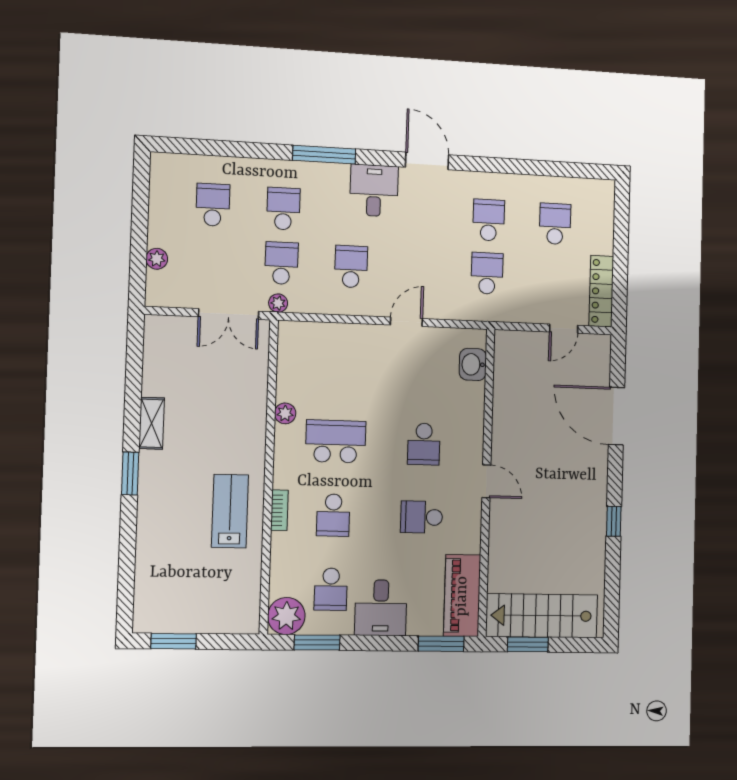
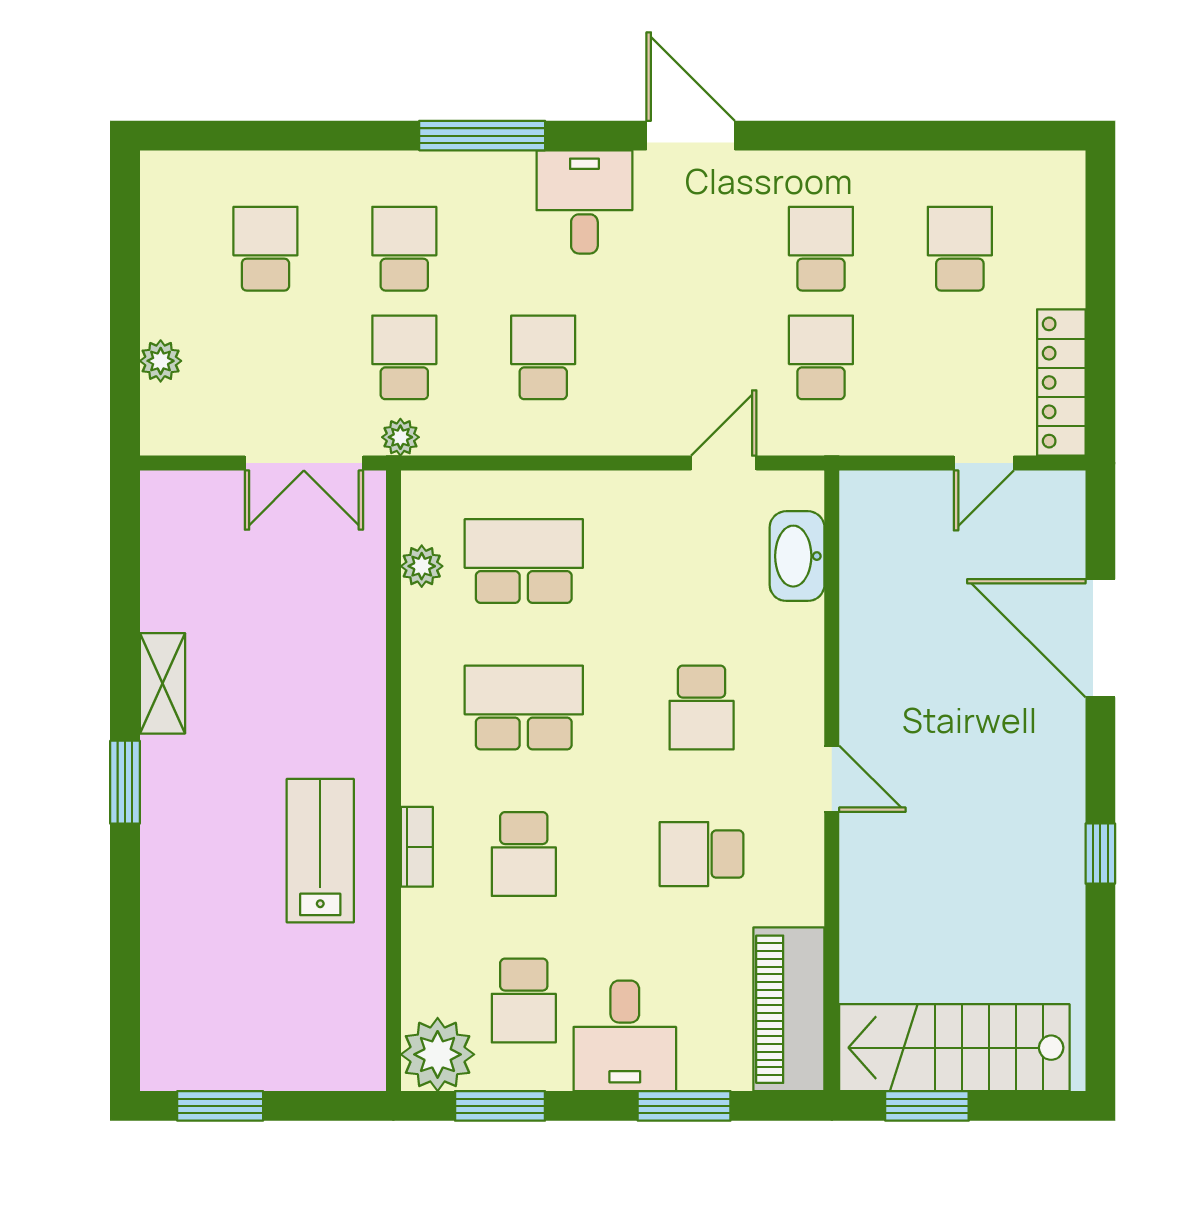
door: (406, 322) -> (724, 463), moved
washbasin: (473, 364) -> (797, 556), width x1.38
school desk: (338, 368) -> (524, 561), added
plant: (285, 413) -> (422, 566), moved
window: (441, 644) -> (684, 1106), moved

